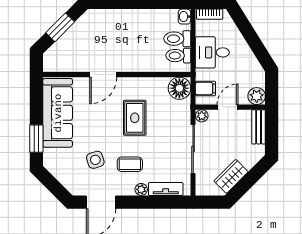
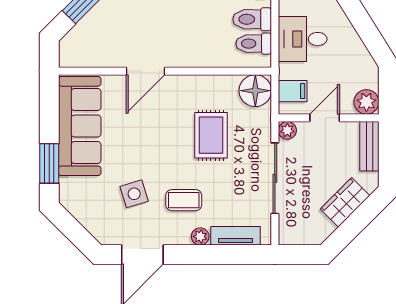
rug: (135, 118) -> (211, 135), moved
wardrobe: (231, 176) -> (345, 202), moved

